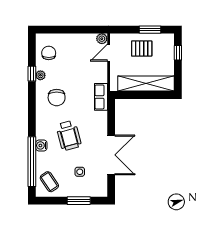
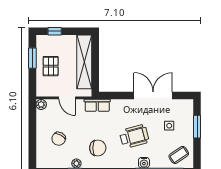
chair: (49, 53) -> (59, 139), moved, turned -61
door: (109, 53) -> (67, 98), moved

